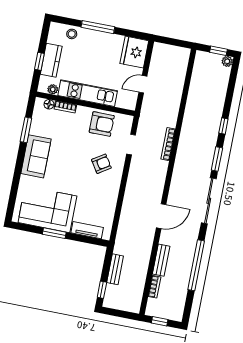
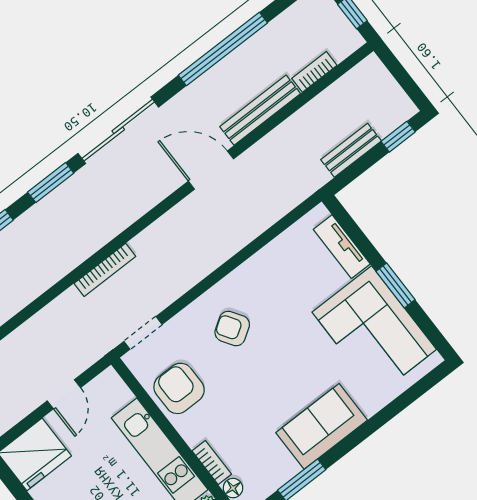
door: (143, 84) -> (64, 394), hinge flipped
doorway: (131, 145) -> (143, 333), moved
bench: (161, 260) -> (260, 110), width x1.36

